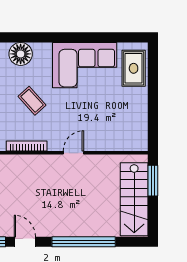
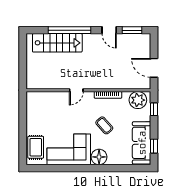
floor lamp: (21, 54) -> (99, 157), moved
window: (153, 181) -> (23, 71), removed
stairs: (134, 199) -> (57, 43), moved, turned 90

